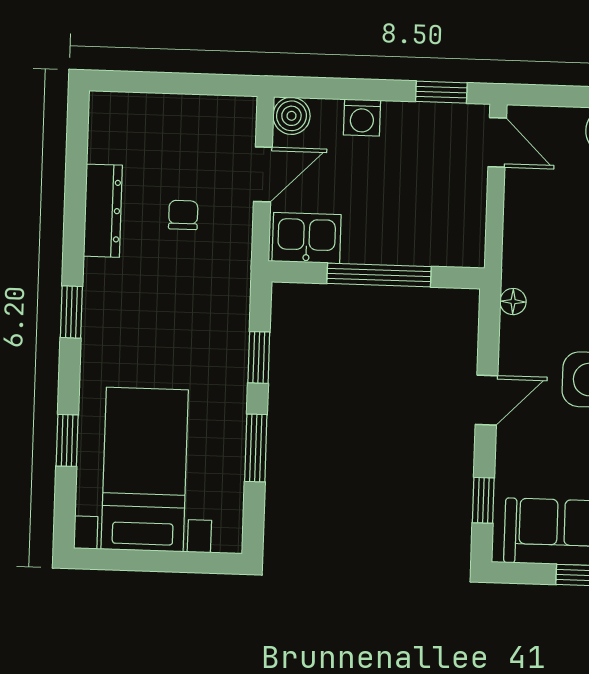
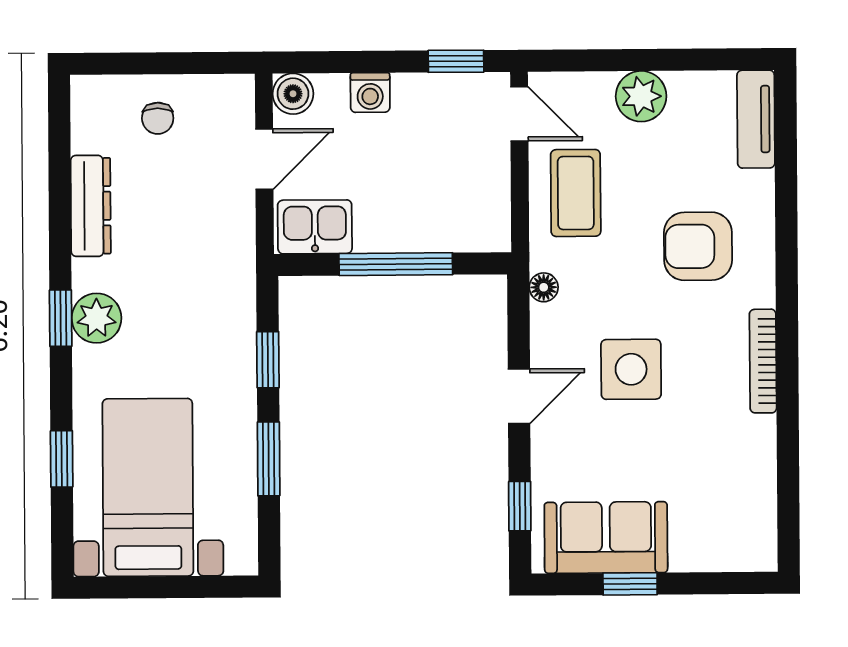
chair: (183, 215) -> (158, 118), moved, turned 180
coffee table: (546, 217) -> (576, 193), added
plant: (104, 313) -> (97, 318), added

